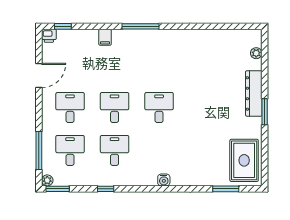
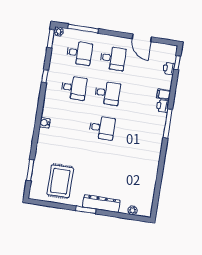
printer: (49, 36) -> (169, 68), moved
printer: (120, 36) -> (163, 106), added
rug: (244, 160) -> (60, 181), moved, turned 90

